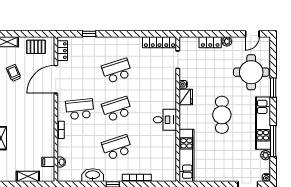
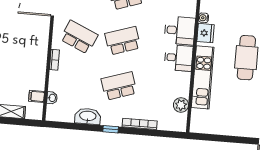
desk: (164, 97) -> (180, 30), added
school desk: (80, 109) -> (79, 37), turned 30
kitchen unit: (186, 155) -> (203, 77), moved
plant: (170, 159) -> (181, 105), added

